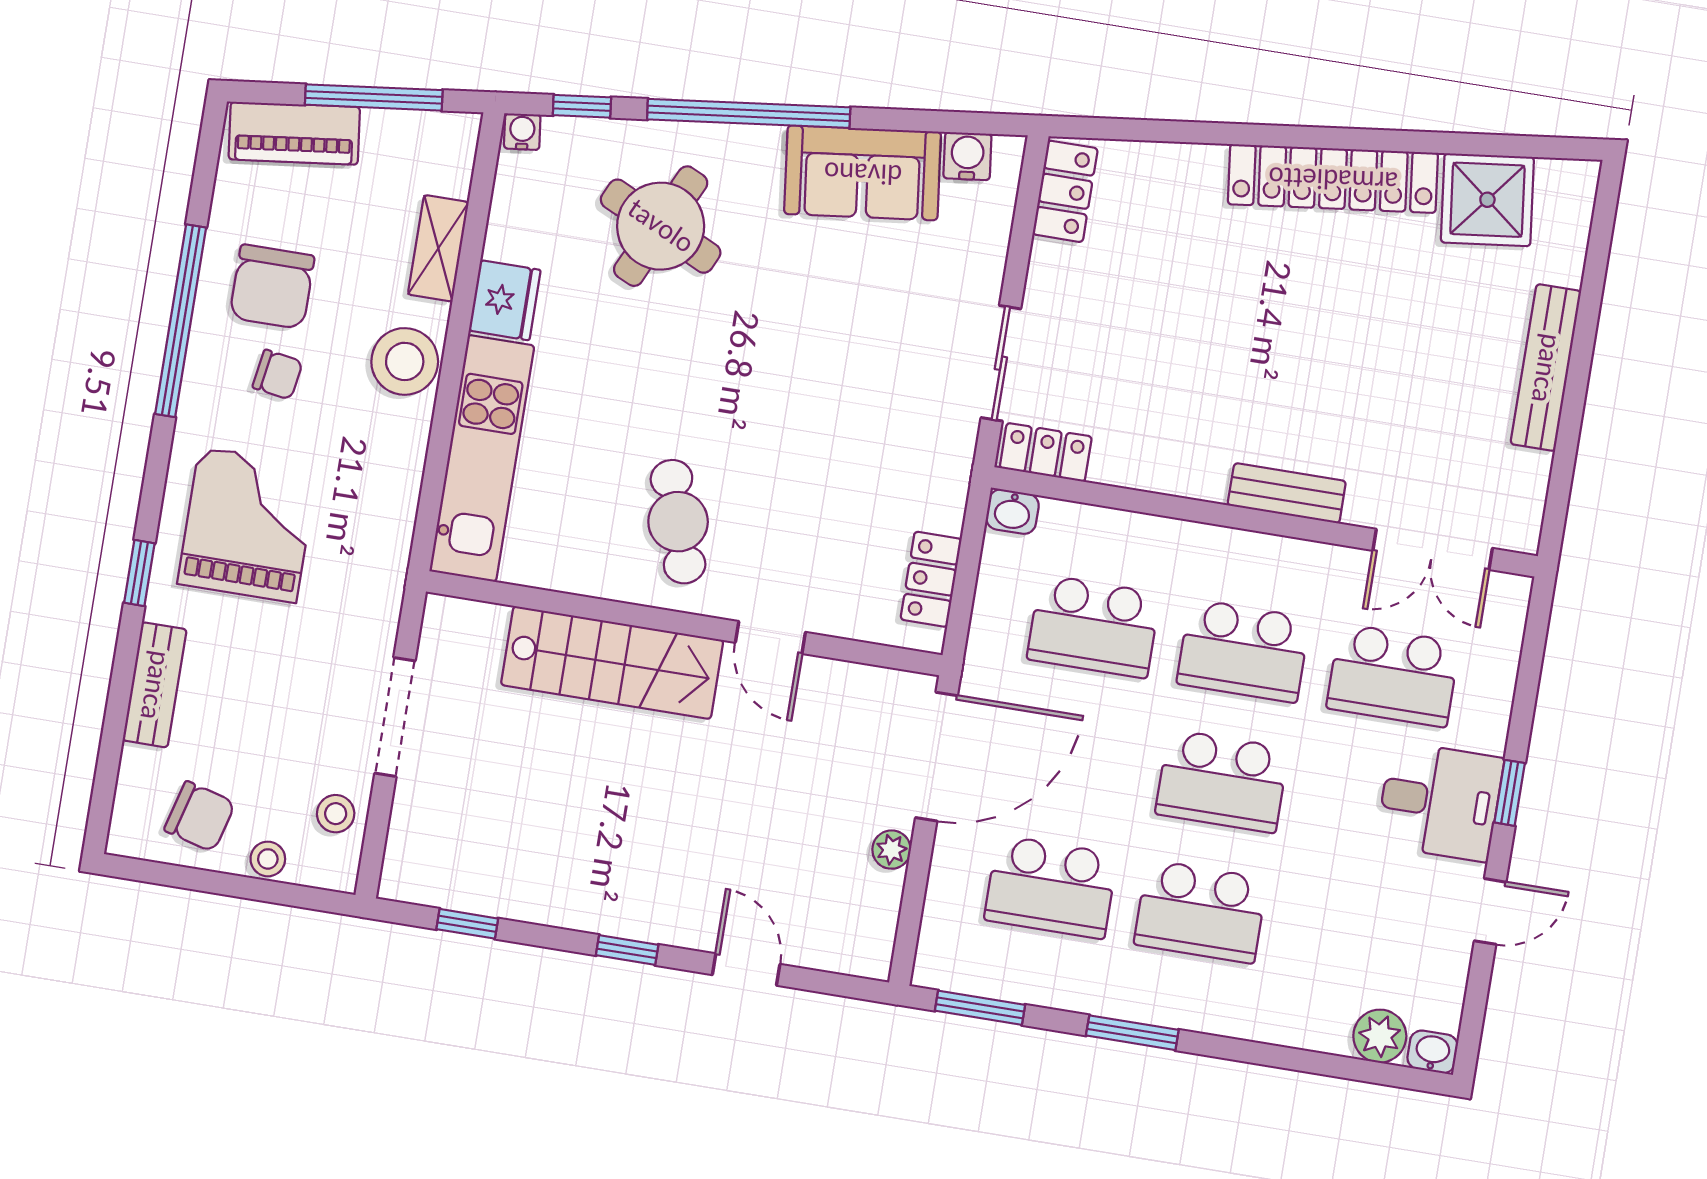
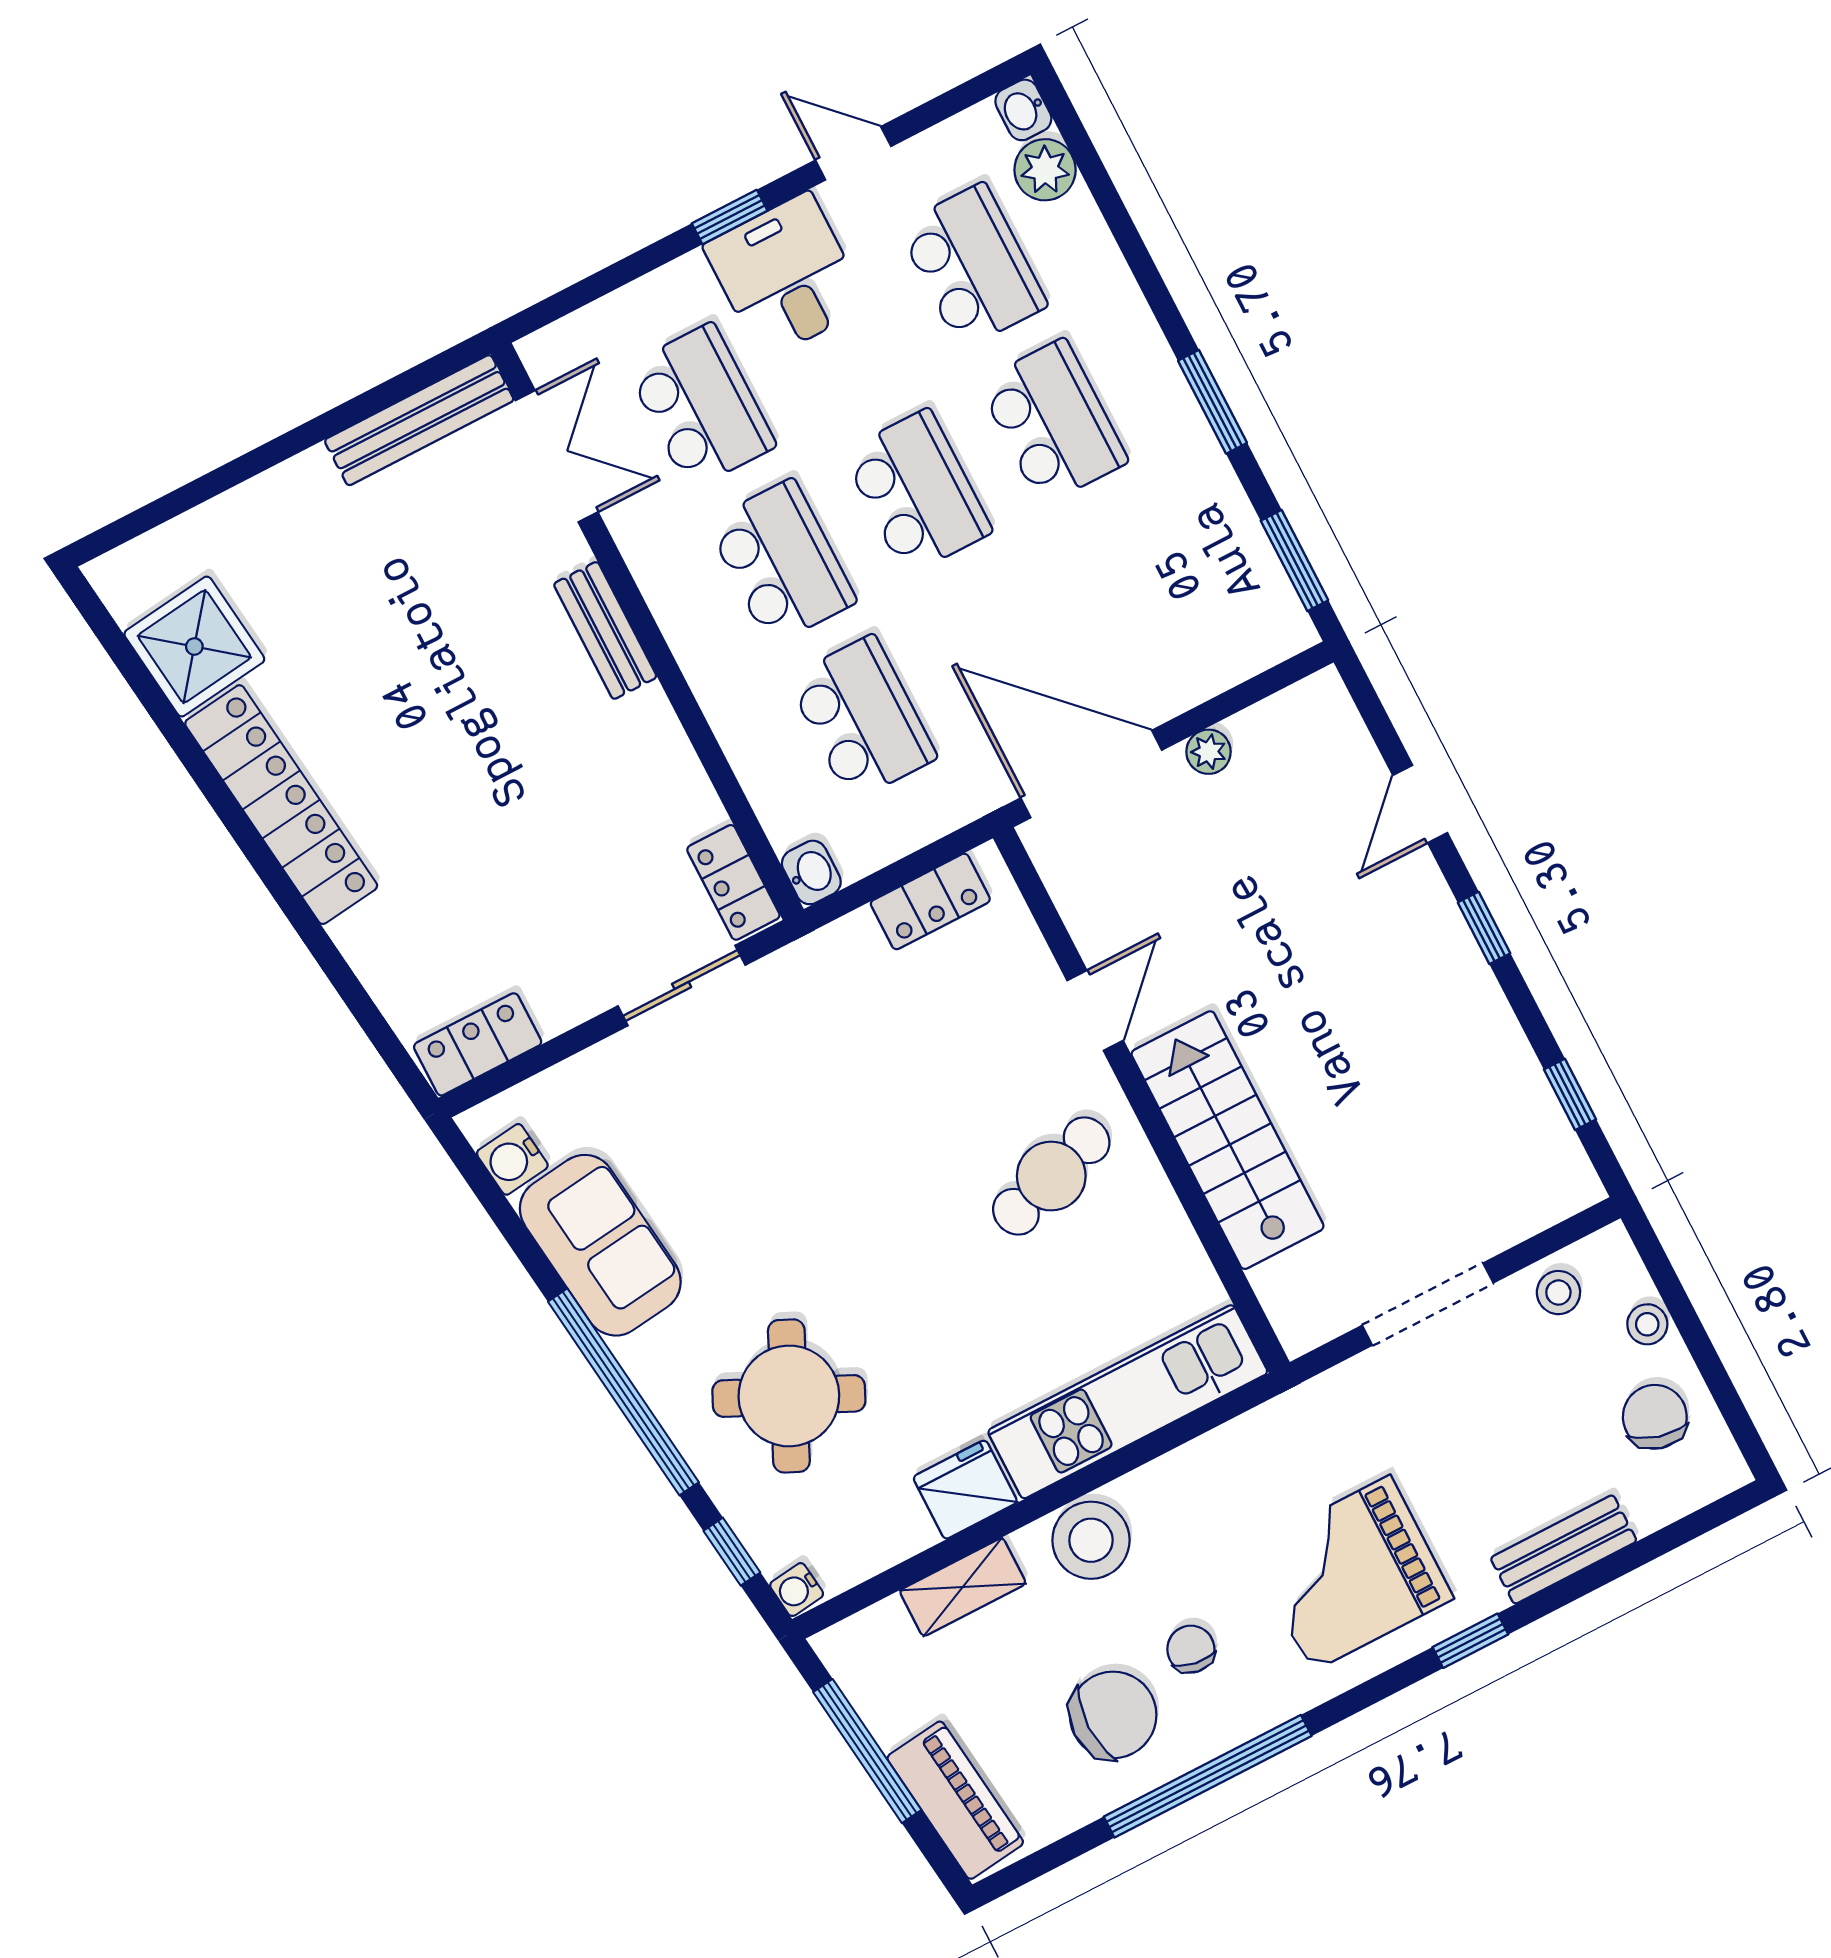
bench: (1546, 368) -> (419, 420), moved
school desk: (1051, 887) -> (972, 266), moved

